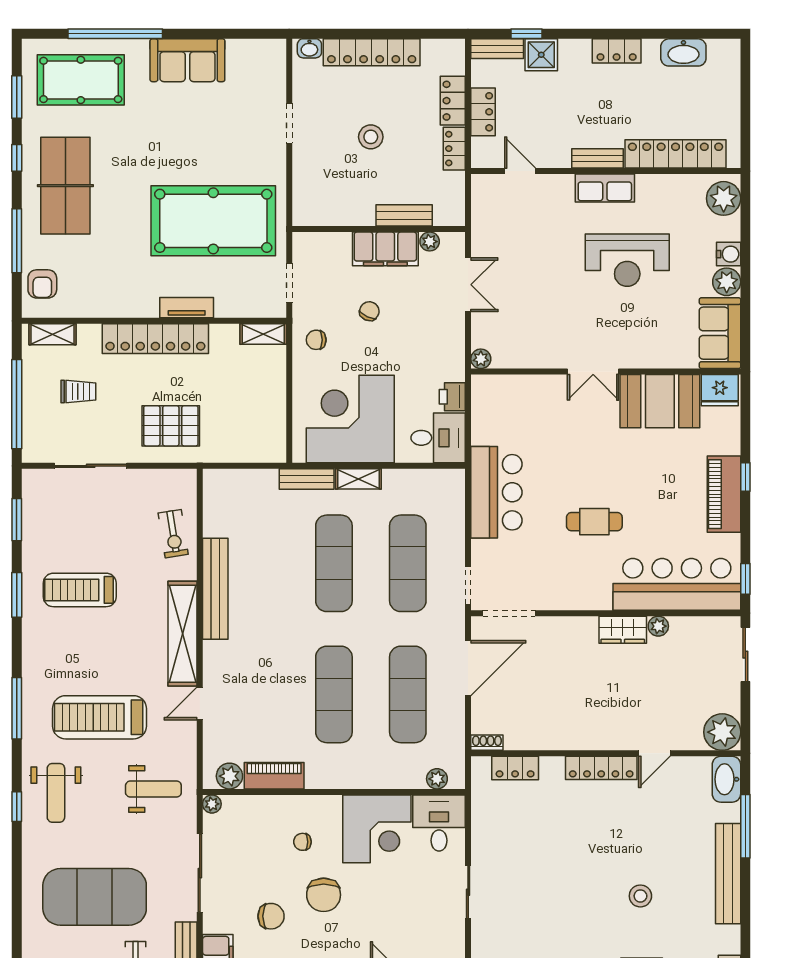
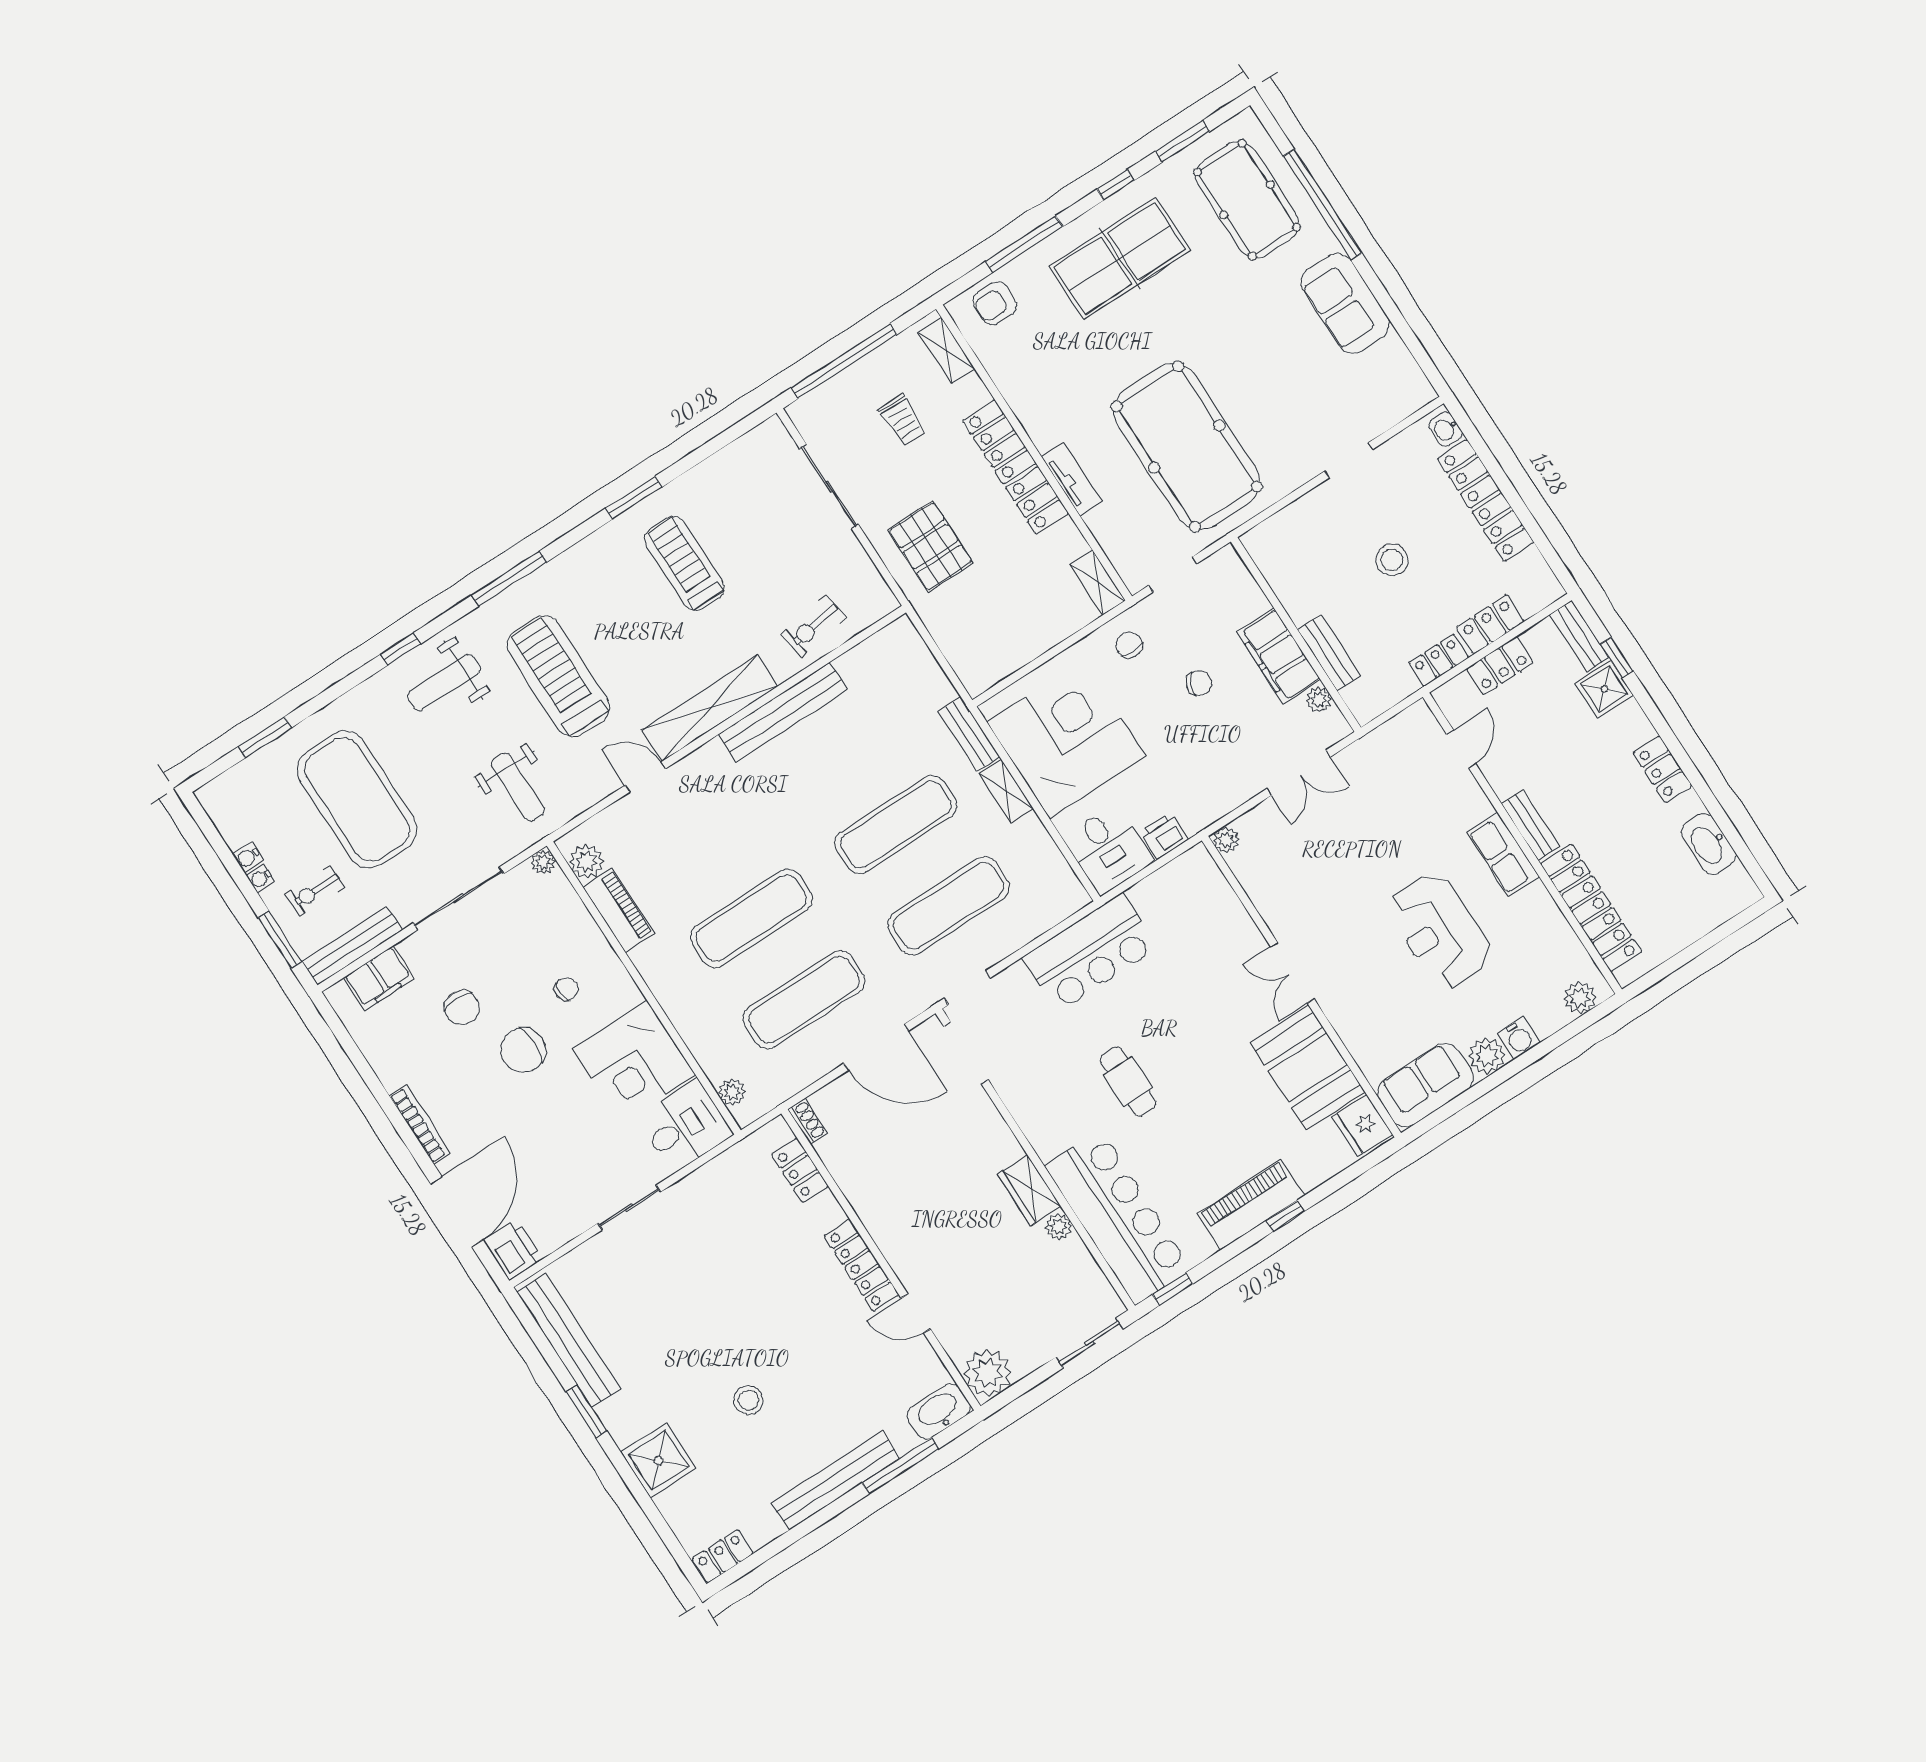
plant: (724, 198) -> (1580, 998), width x0.73, depth x0.73
window: (17, 520) -> (265, 737), moved
chair: (302, 842) -> (566, 989), turned 84

